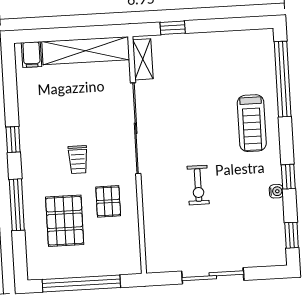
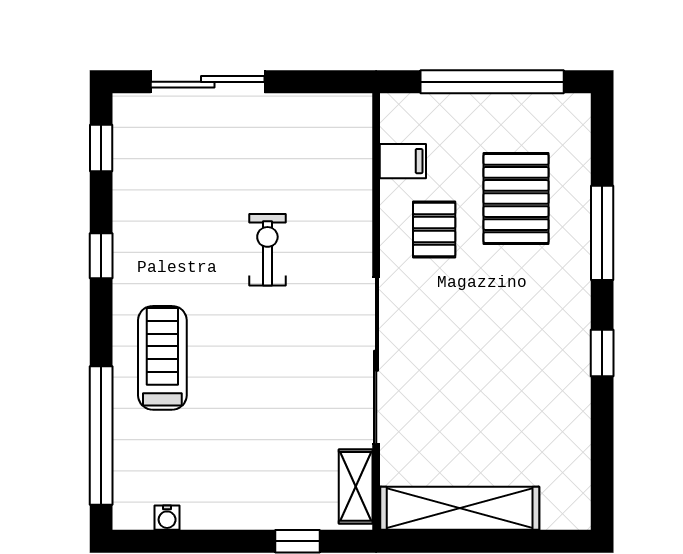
filing cabinet: (31, 55) -> (403, 161), moved, turned 90
trolley: (78, 160) -> (485, 309), removed
water cooler: (276, 191) -> (167, 518), moved, turned -90
sliding door: (213, 276) -> (208, 82), moved

